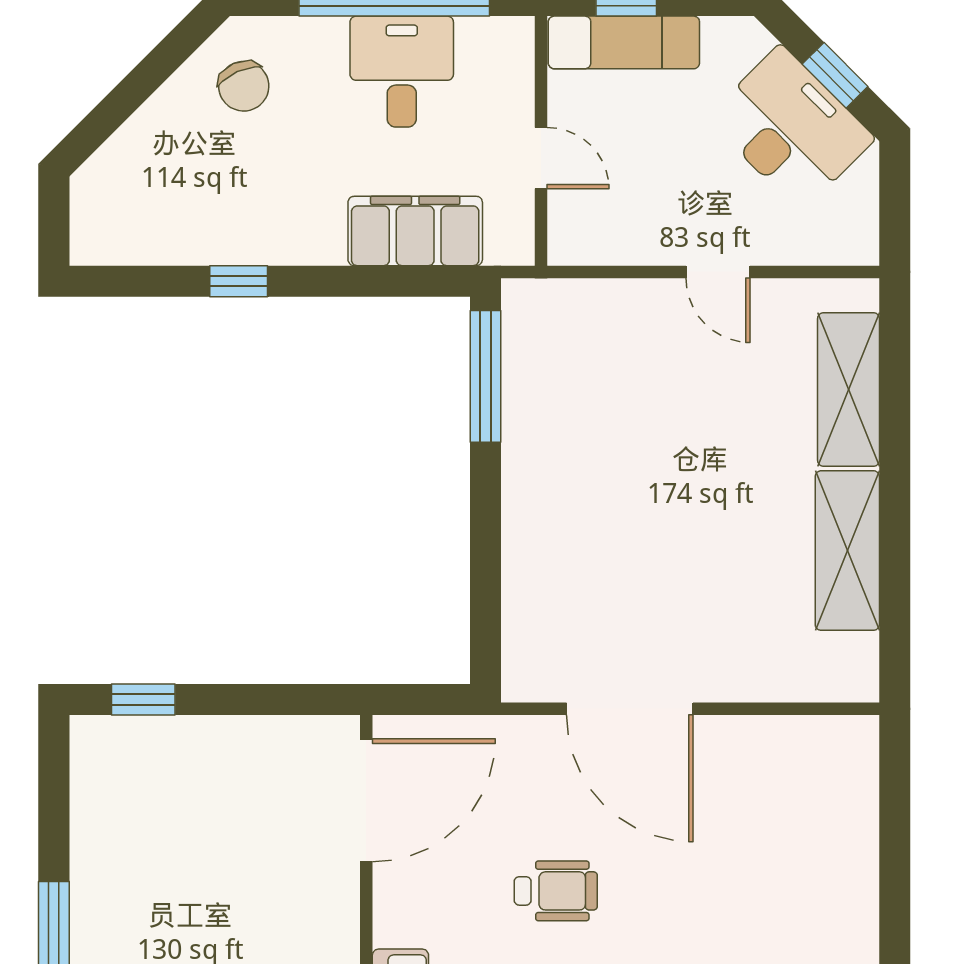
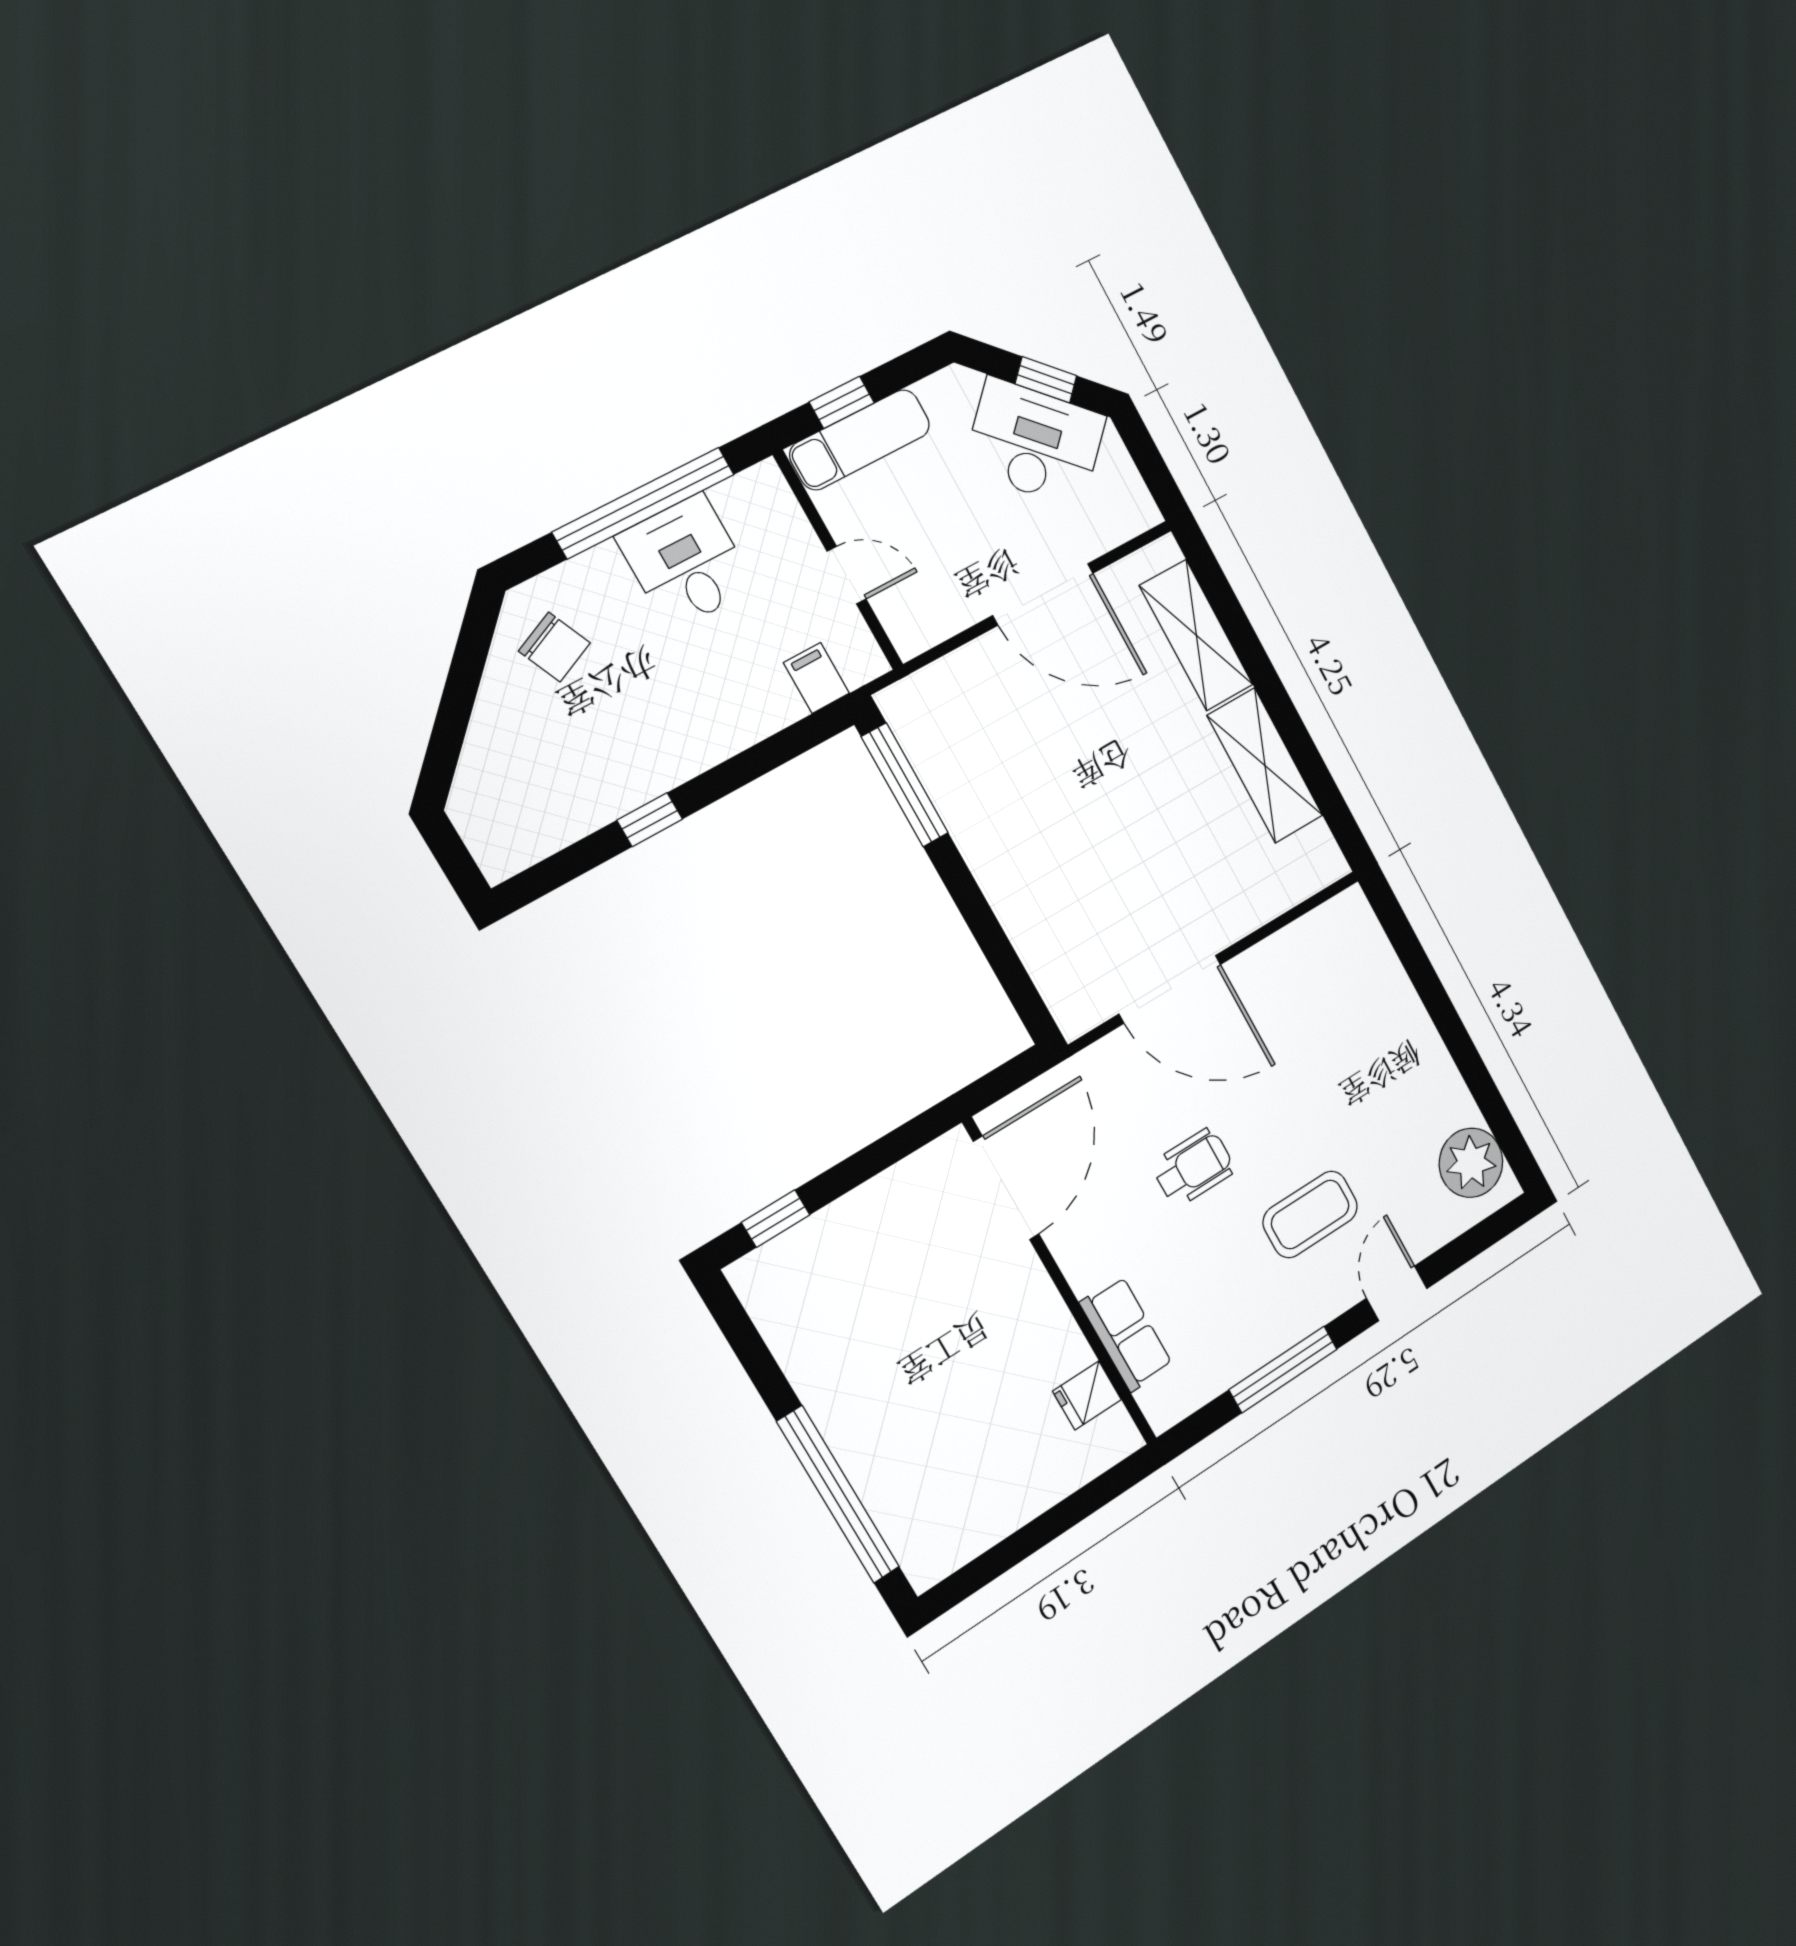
filing cabinet: (415, 231) -> (816, 678), width x0.33, depth x0.86
door: (718, 272) -> (1043, 594), width x1.88

